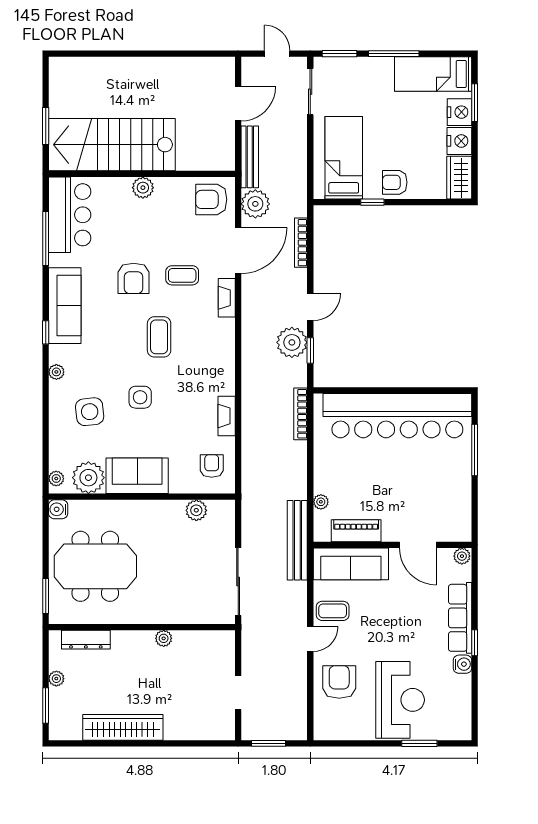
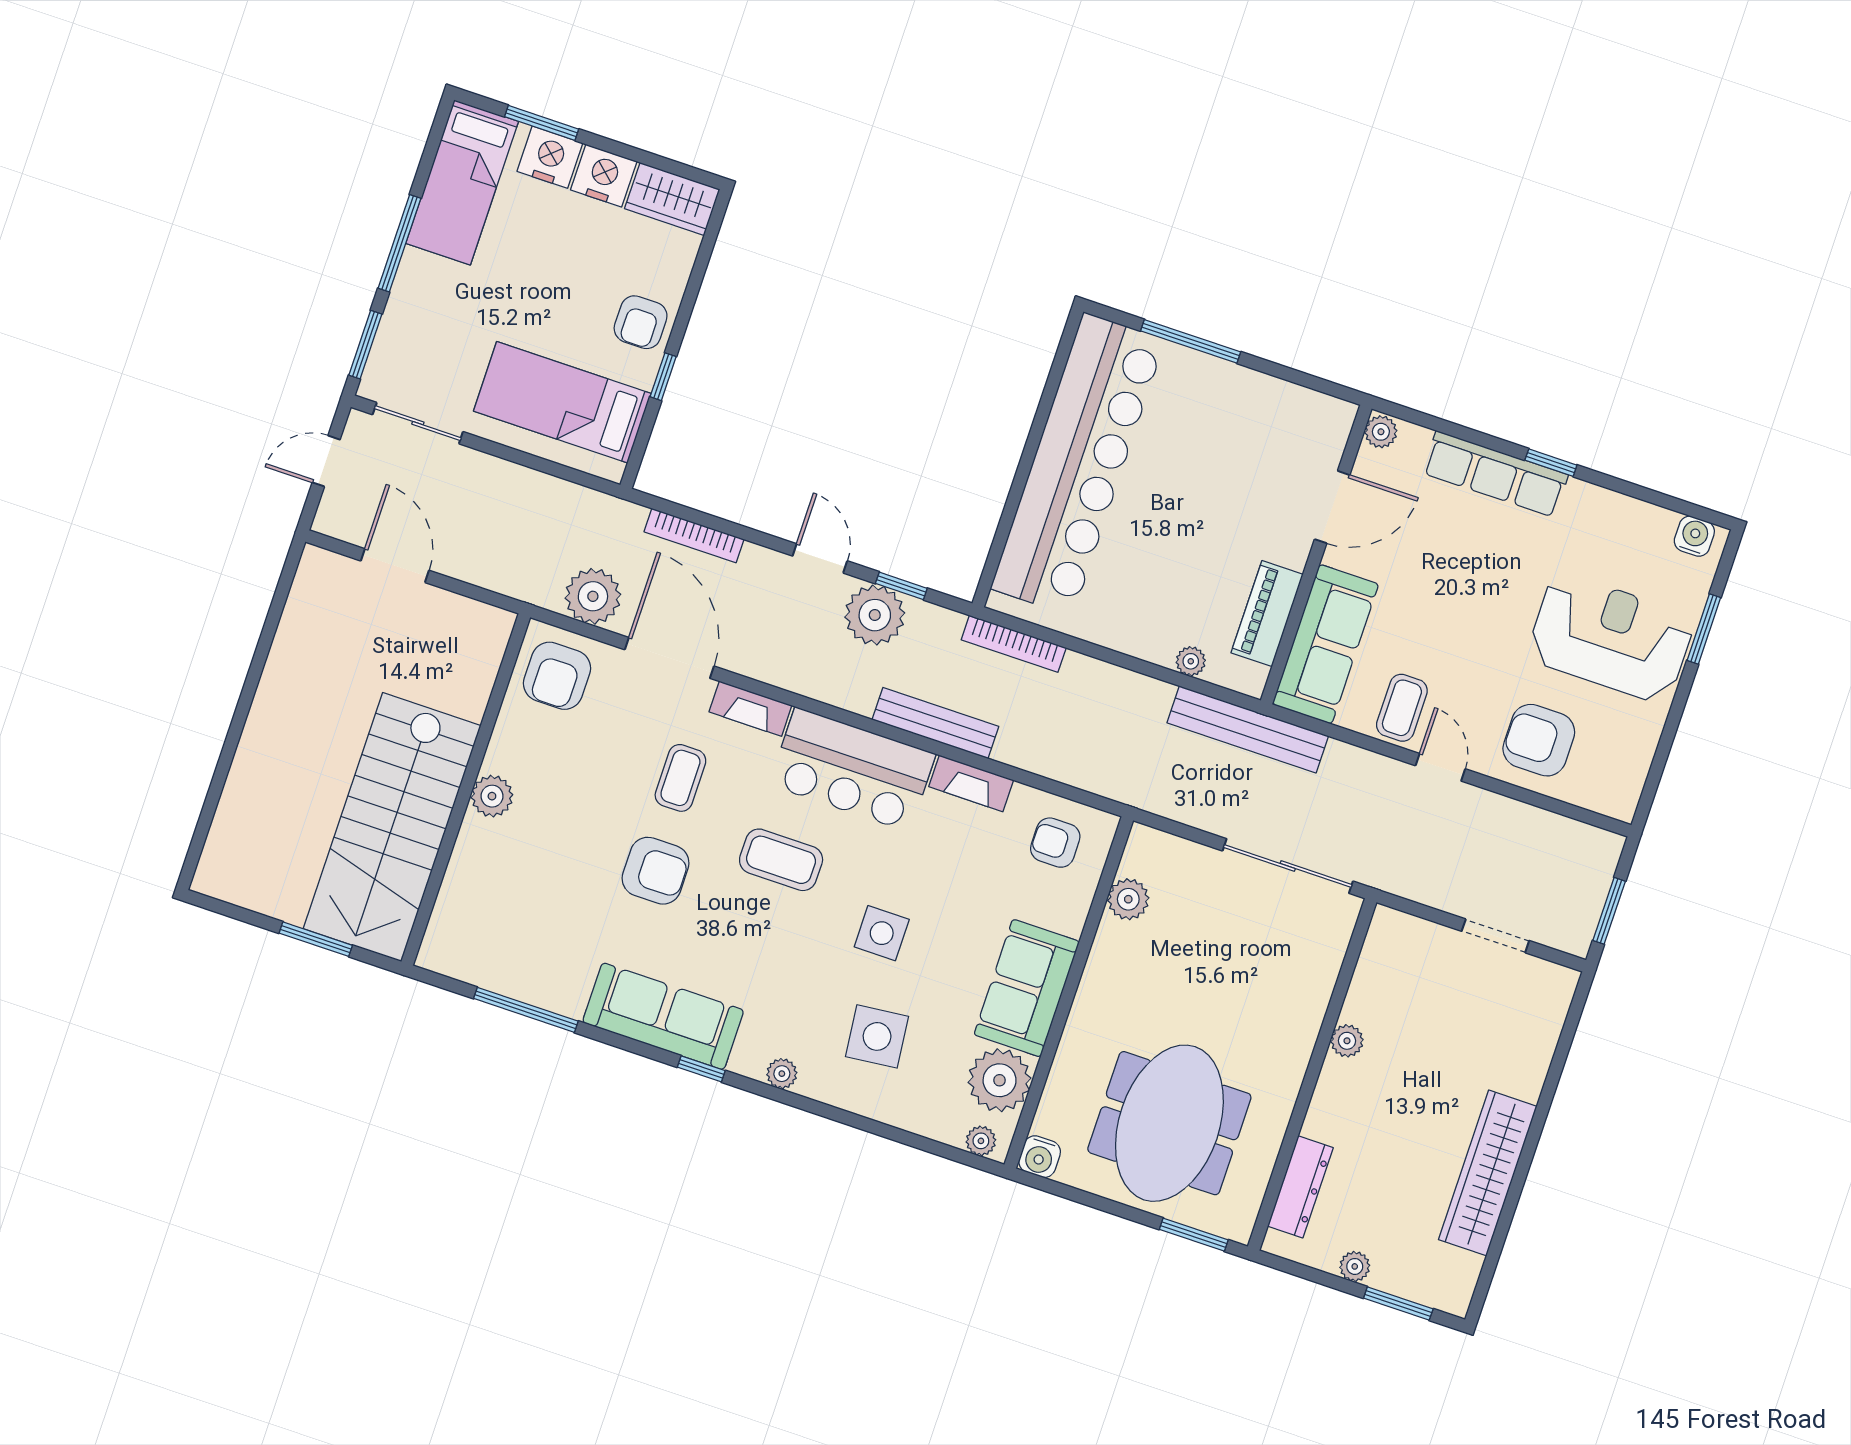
bench: (250, 157) -> (935, 723), moved
bar counter: (70, 215) -> (852, 769), moved, turned 180
water cooler: (462, 664) -> (1694, 536), moved

